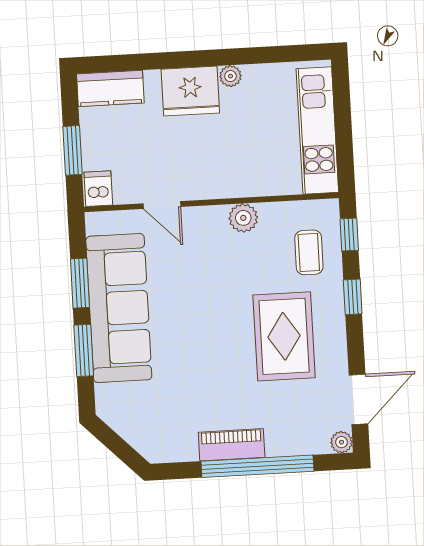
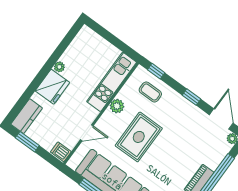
kitchen unit: (317, 130) -> (112, 82), moved, turned 90
window: (73, 150) -> (27, 142), moved
window: (353, 297) -> (192, 97), moved
rug: (284, 336) -> (139, 137), moved, turned 90

